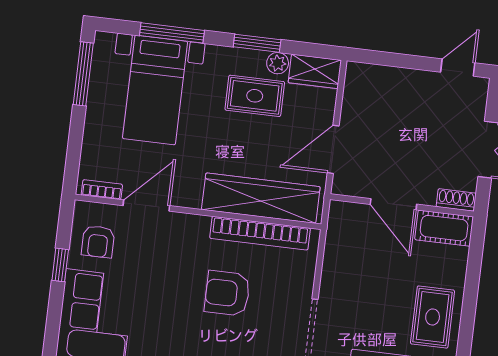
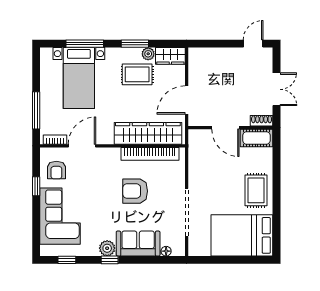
window: (83, 74) -> (36, 110), moved

